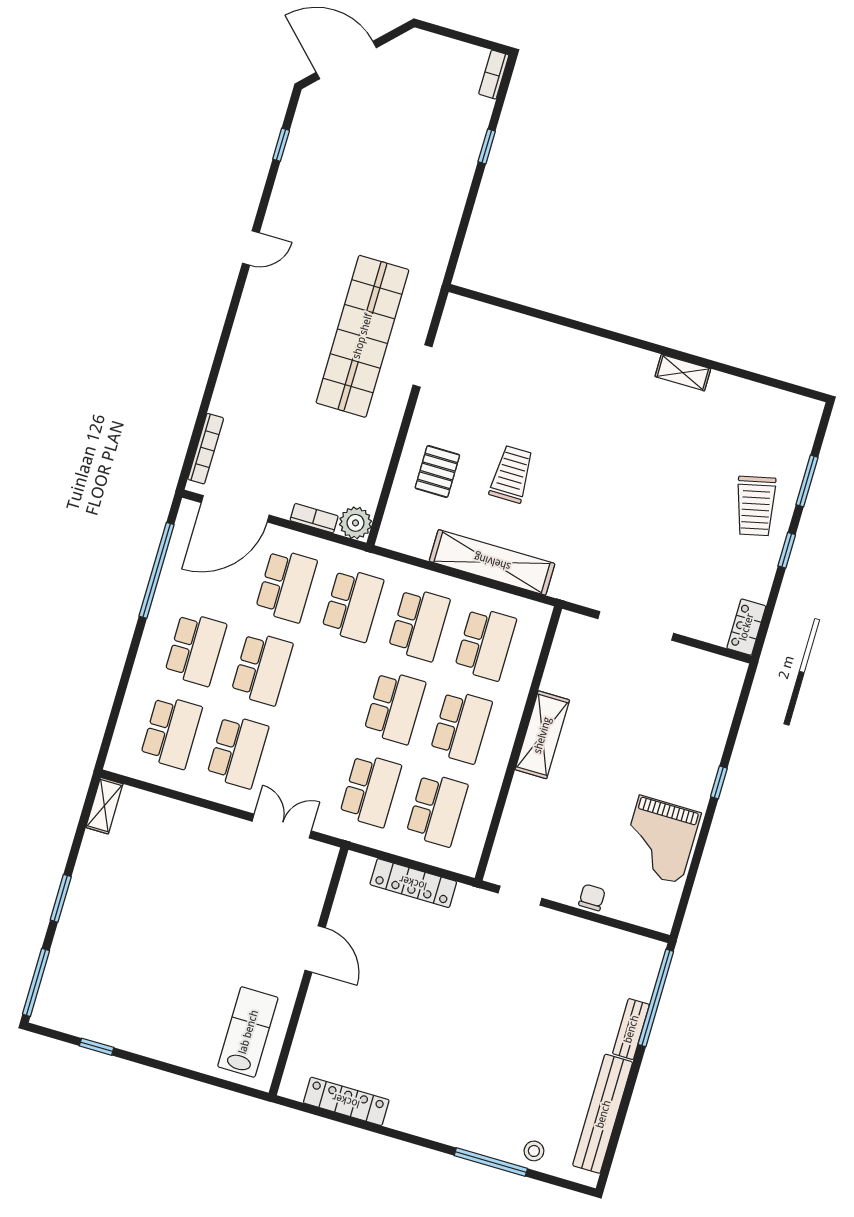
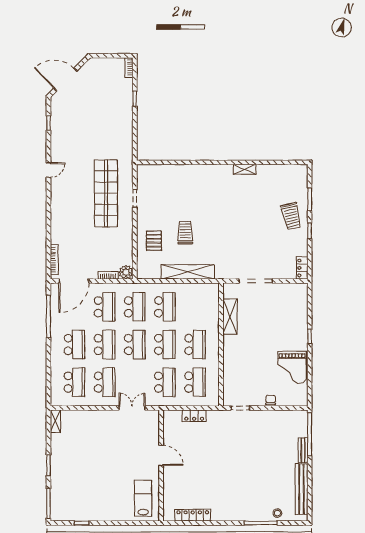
school desk: (485, 644) -> (135, 344), moved
shelving: (542, 735) -> (230, 317), moved
locker: (413, 883) -> (194, 416), width x0.66

